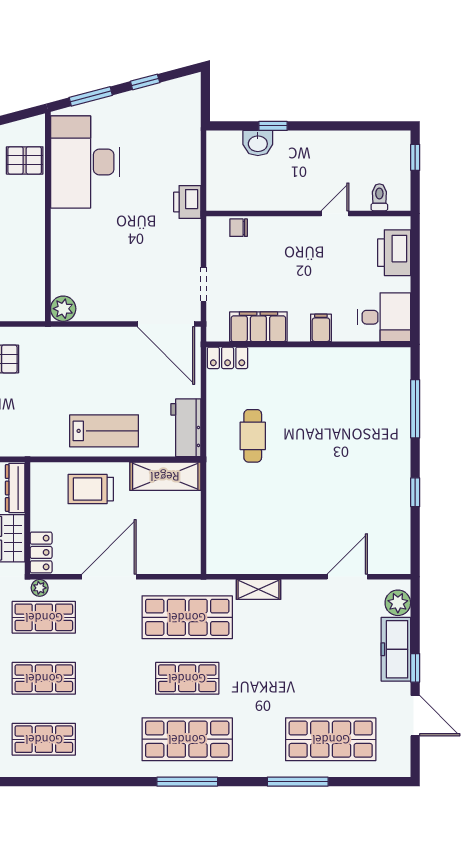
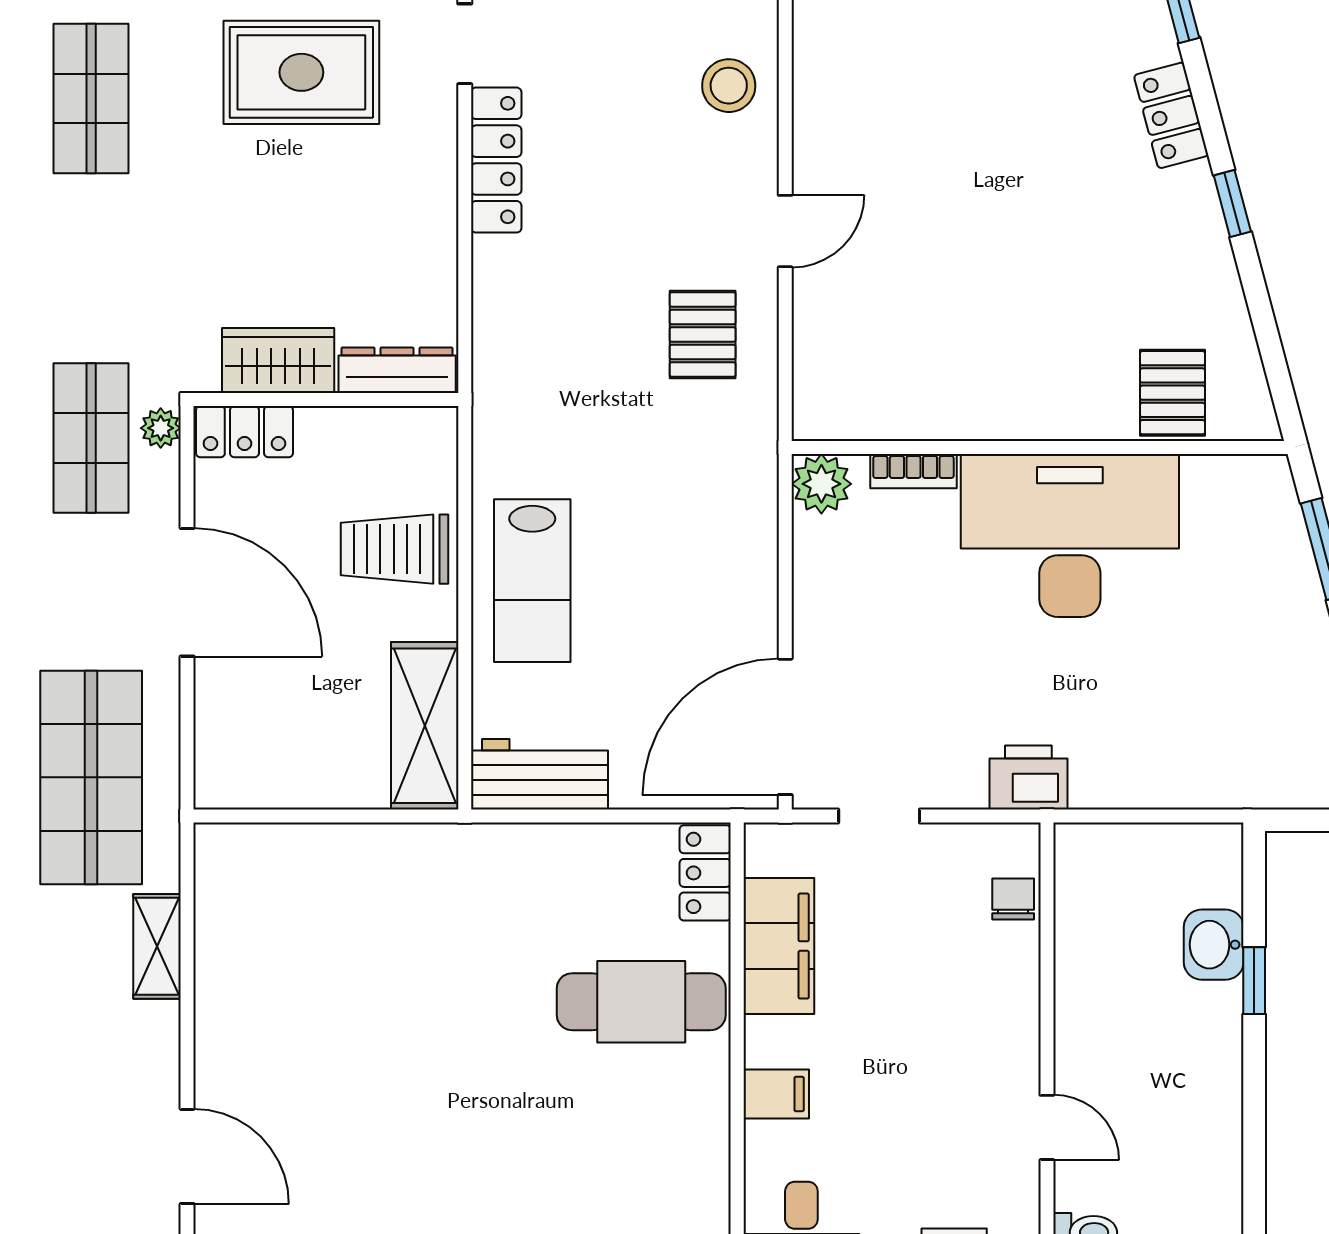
desk: (85, 162) -> (1070, 536), moved
printer: (187, 202) -> (1028, 778), moved
bookcase: (58, 270) -> (913, 471), added
cafe table: (253, 436) -> (641, 1002), moved, width x1.37, depth x1.35
trolley: (91, 489) -> (395, 549), turned -90

